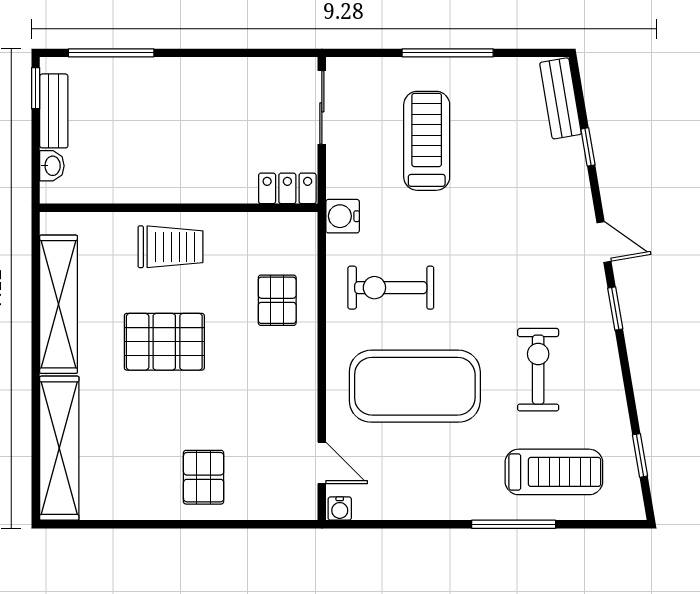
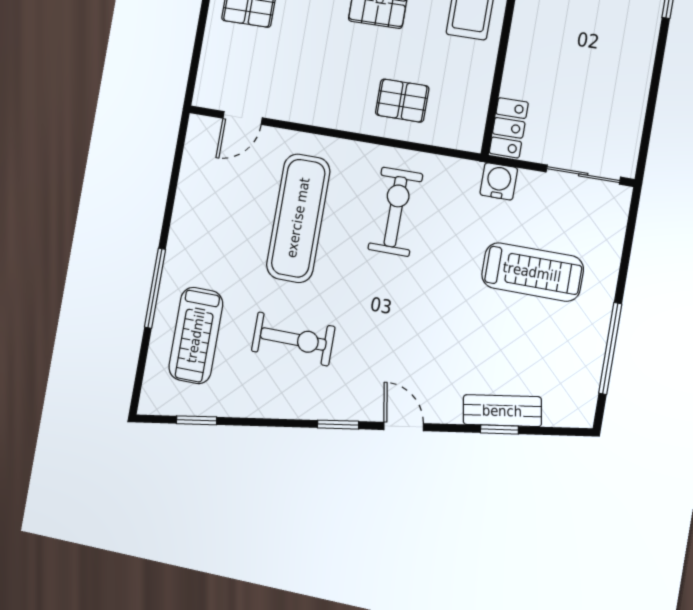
window: (448, 53) -> (610, 348), moved
bench: (561, 98) -> (502, 411), moved
water cooler: (343, 216) -> (499, 181), moved
door: (604, 242) -> (404, 427), swing flipped
exercise mat: (415, 386) -> (298, 218), width x0.68
water cooler: (340, 509) -> (198, 128), removed

